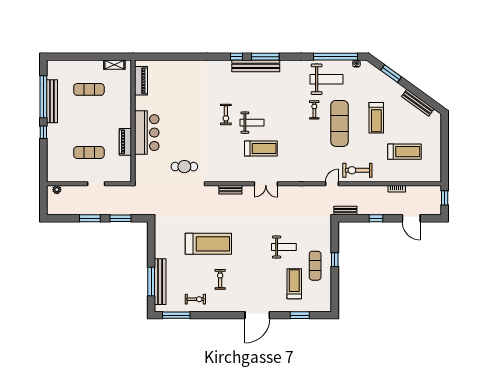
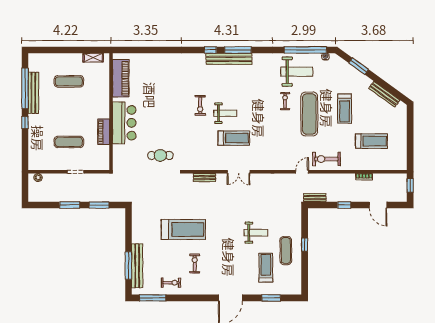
piano: (141, 81) -> (121, 78), width x1.37, depth x1.33

